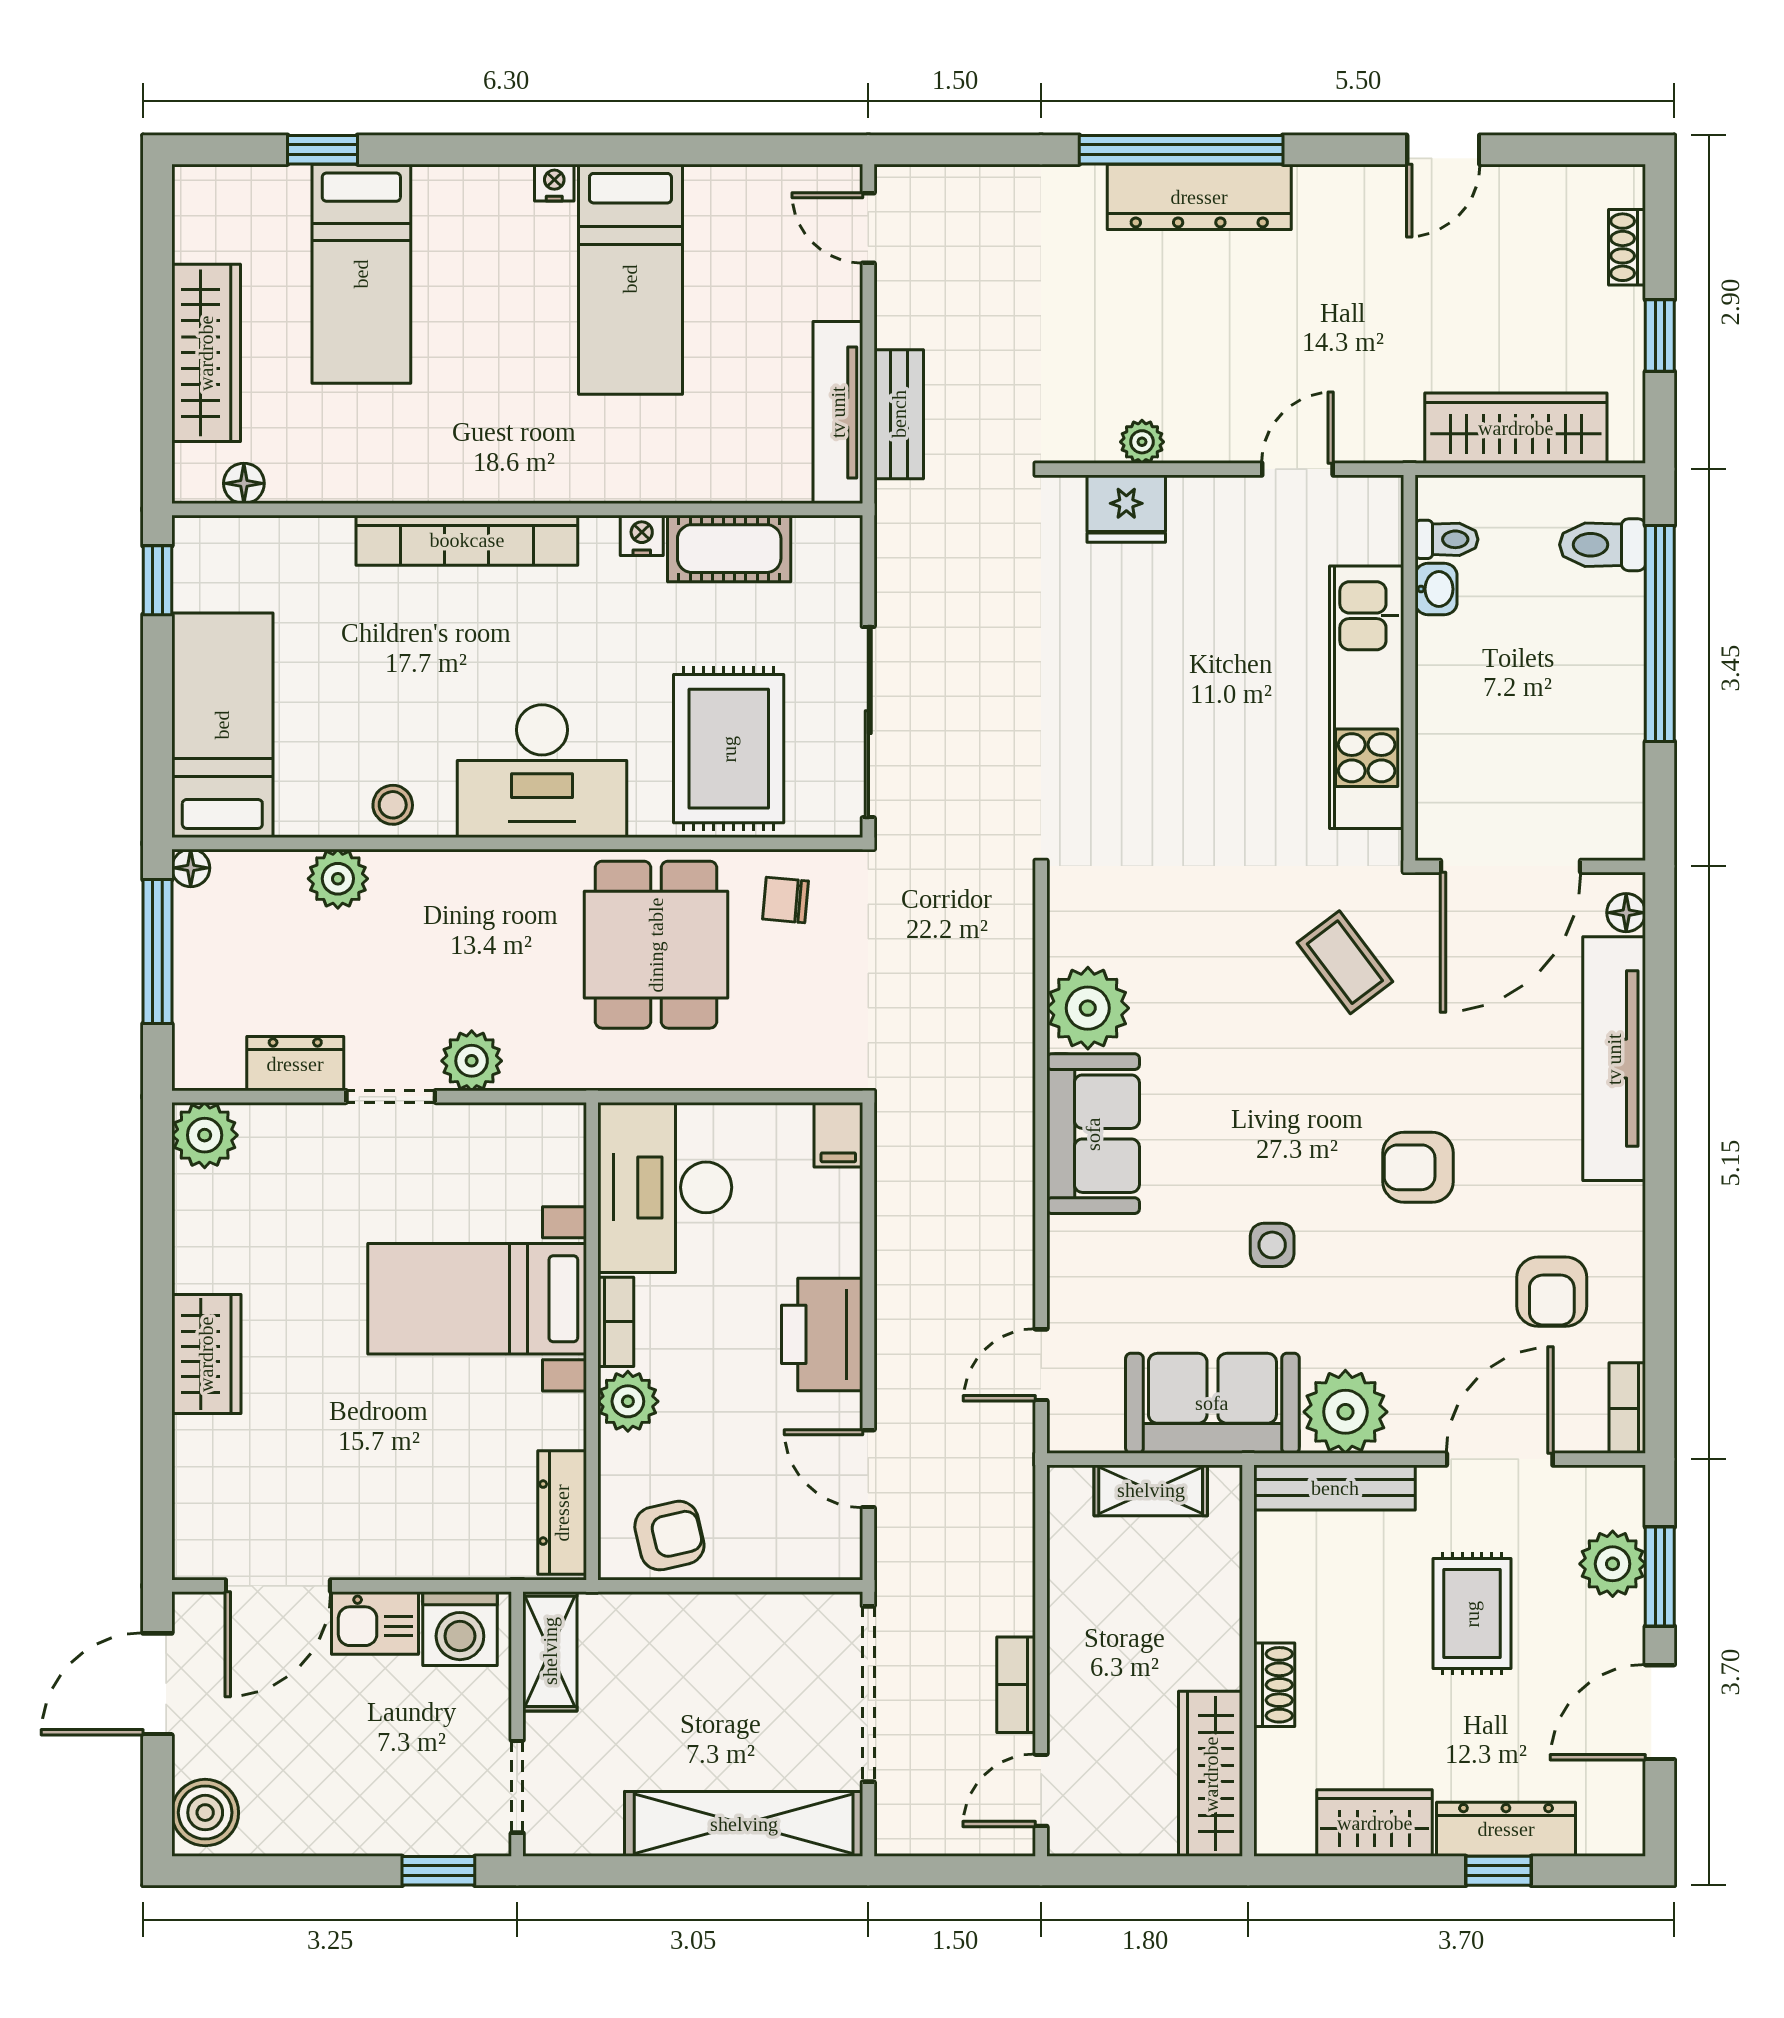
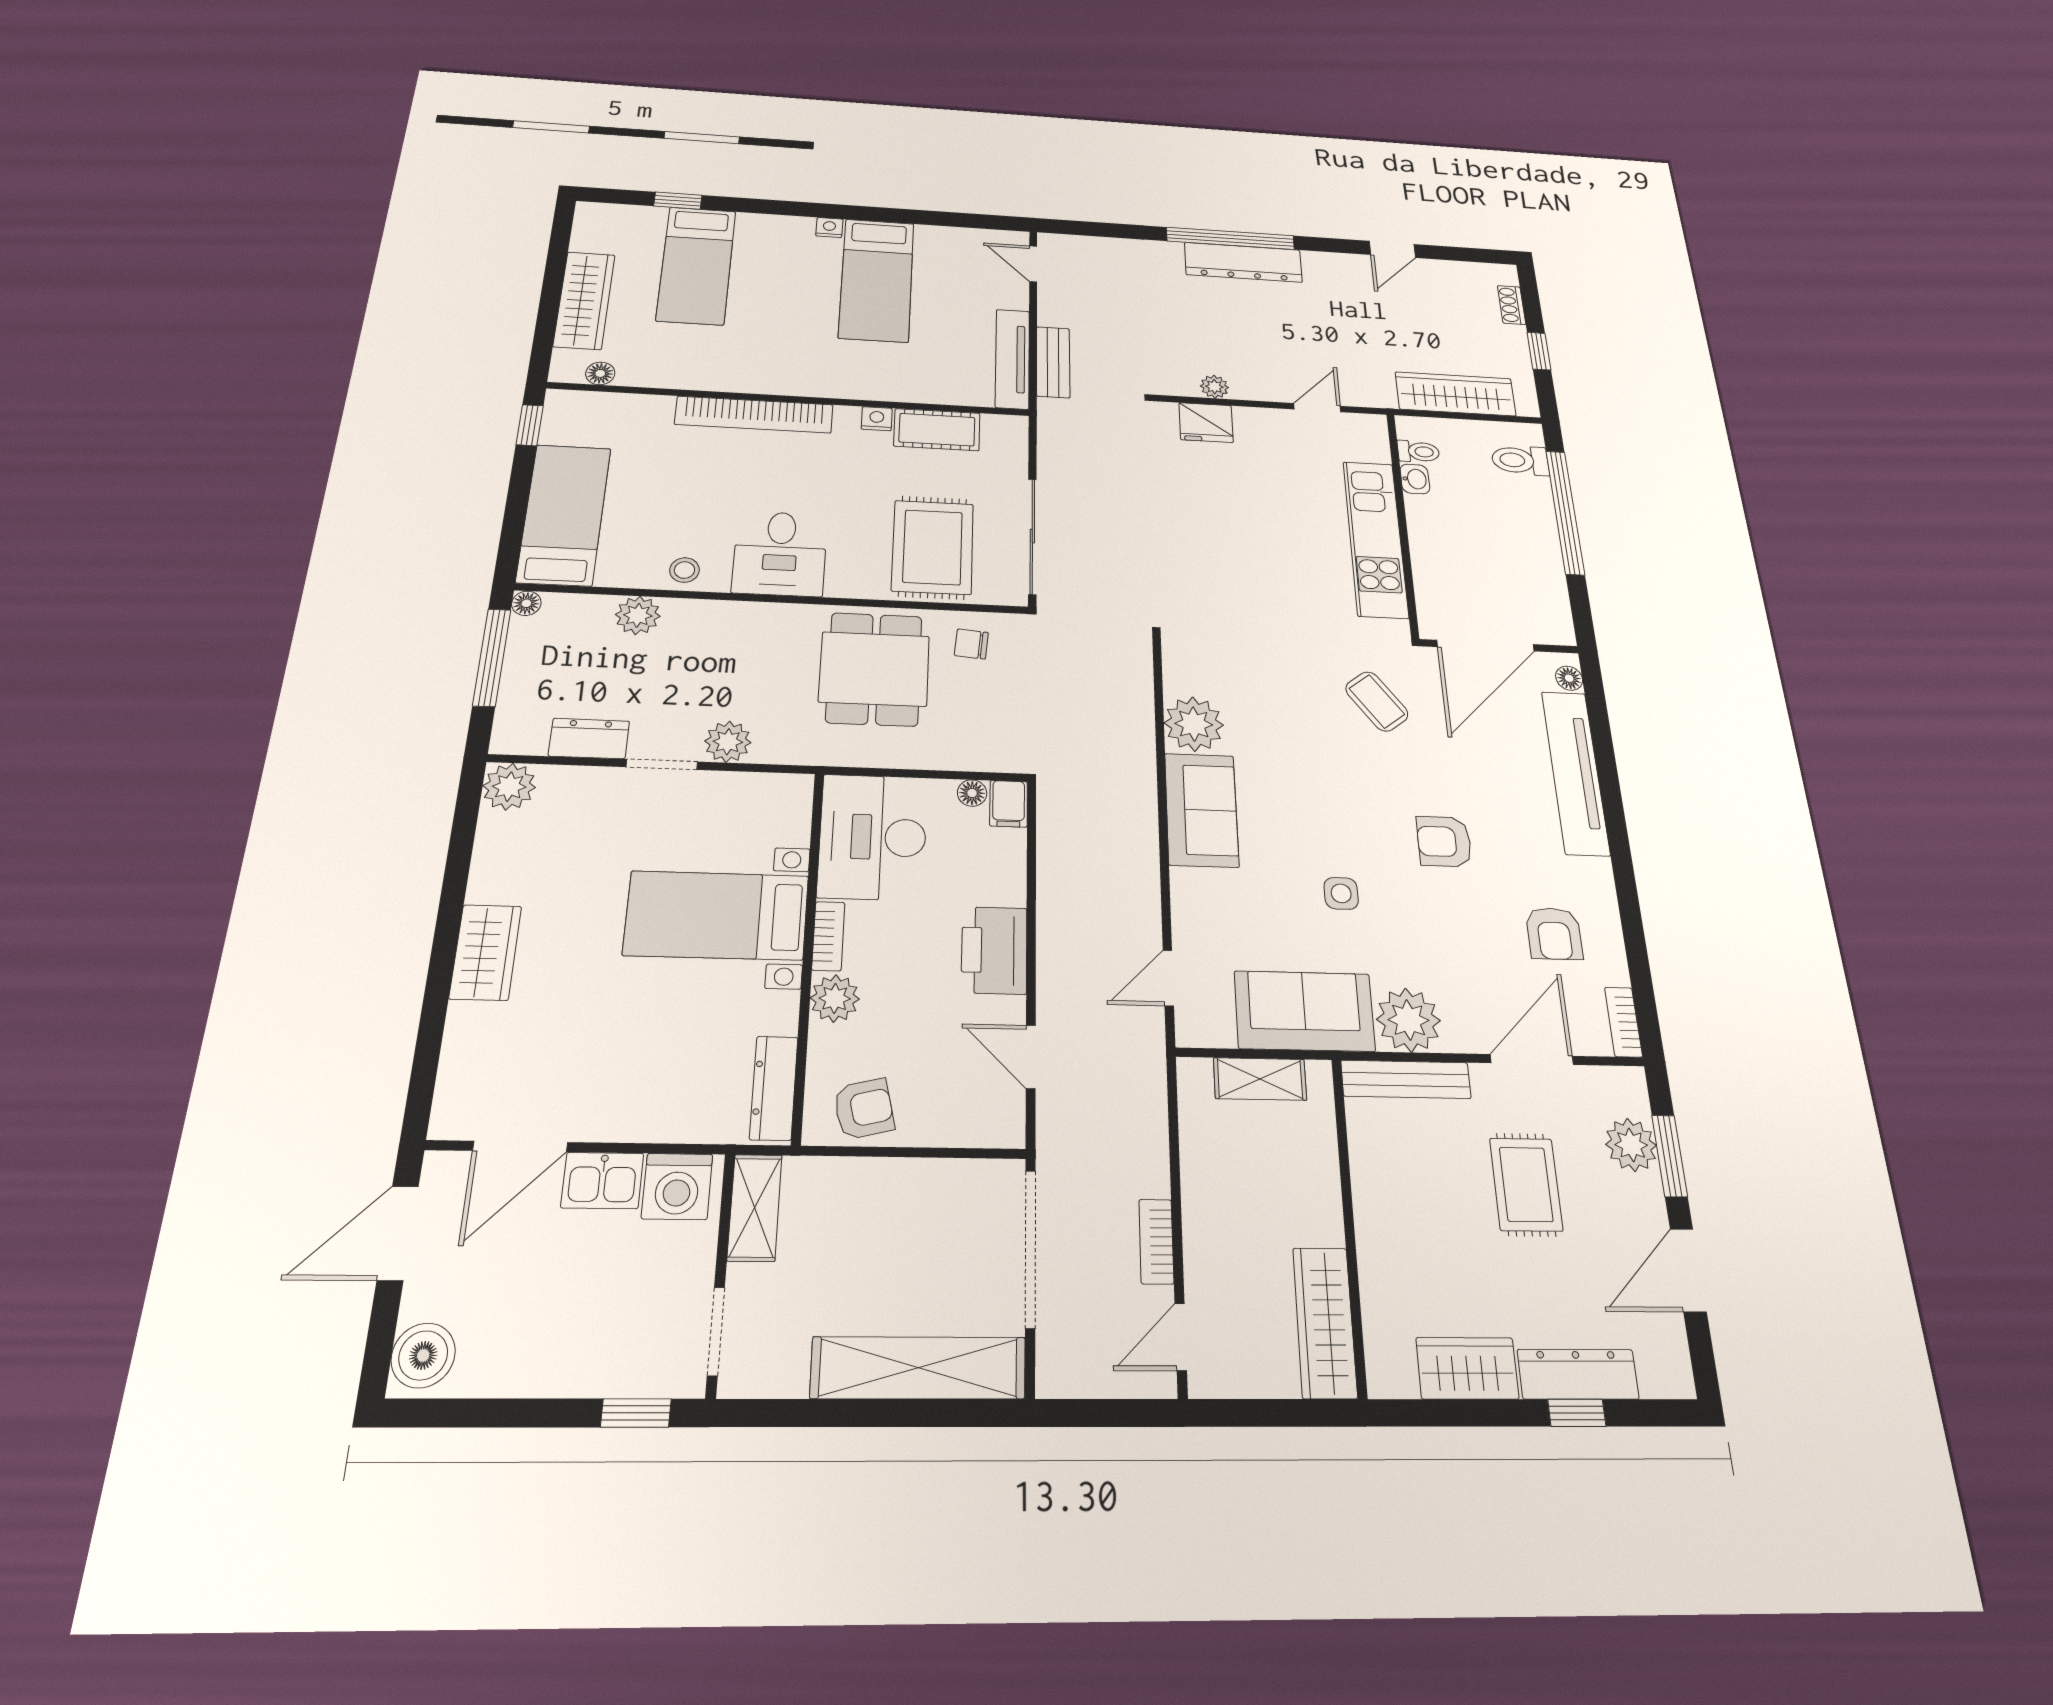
desk: (542, 771) -> (780, 553), width x0.73
floor lamp: (790, 1121) -> (972, 793), added
shoe rack: (1274, 1685) -> (1372, 1244), removed

